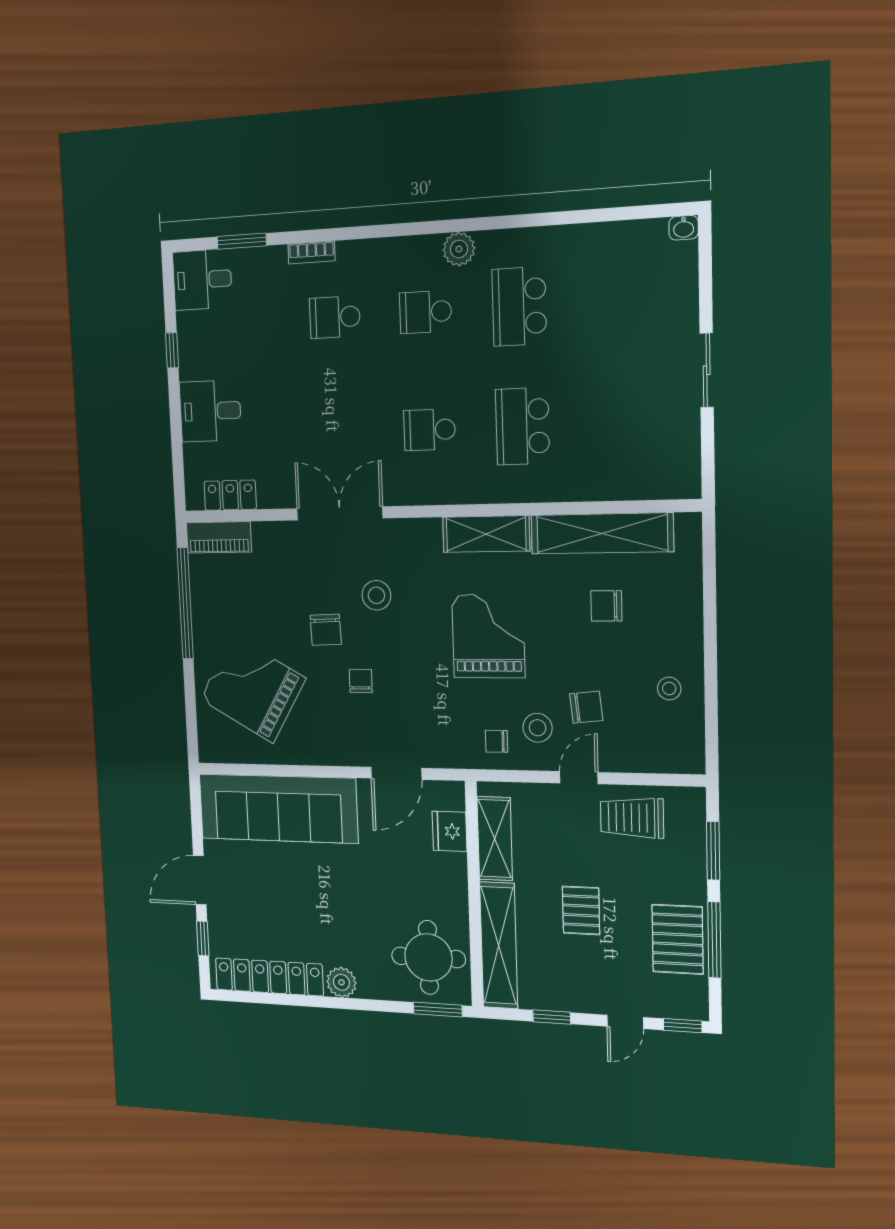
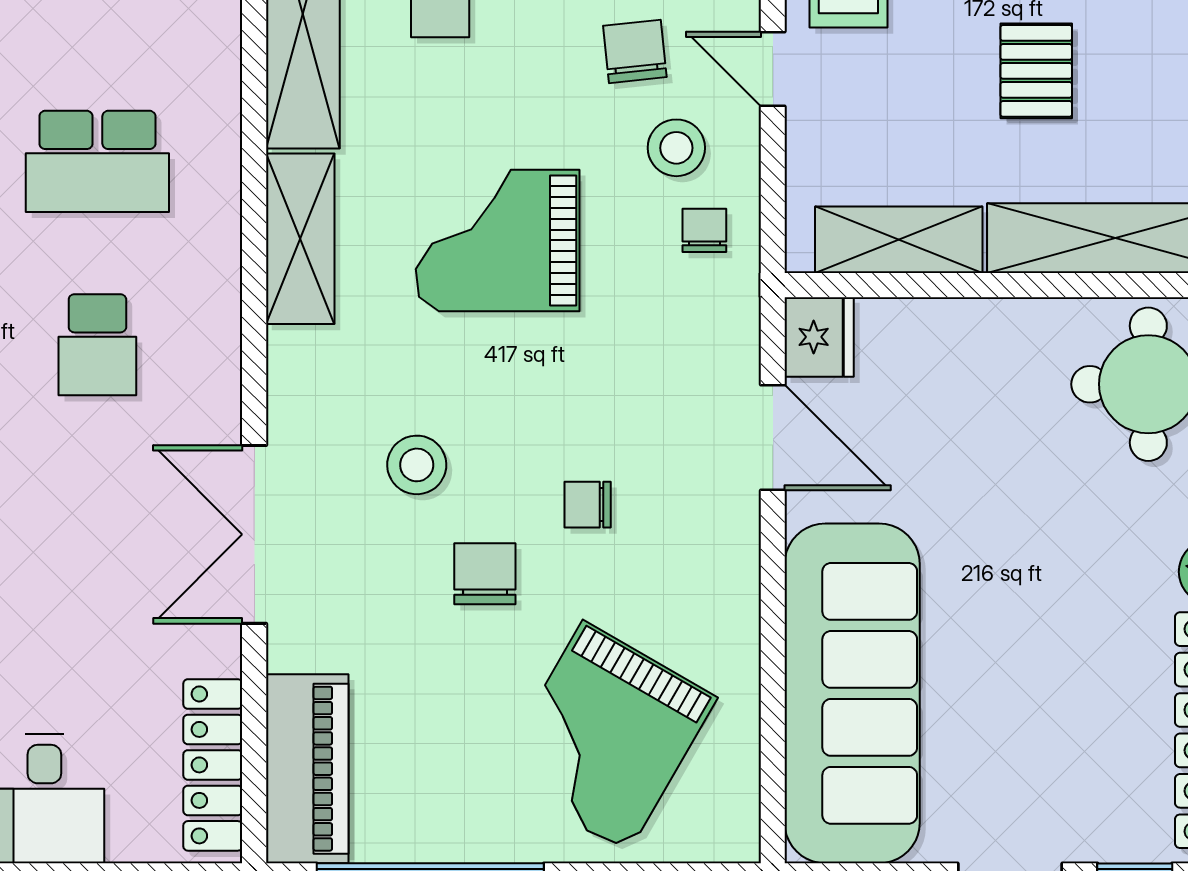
locker: (230, 495) -> (213, 765), width x1.53
piano: (219, 537) -> (307, 769), width x1.37, depth x1.33
chair: (326, 630) -> (485, 574), turned -88
chair: (496, 741) -> (704, 230), turned 180
fridge: (450, 831) -> (819, 337), moved, turned -90
pallet: (581, 910) -> (1036, 71), turned 90

